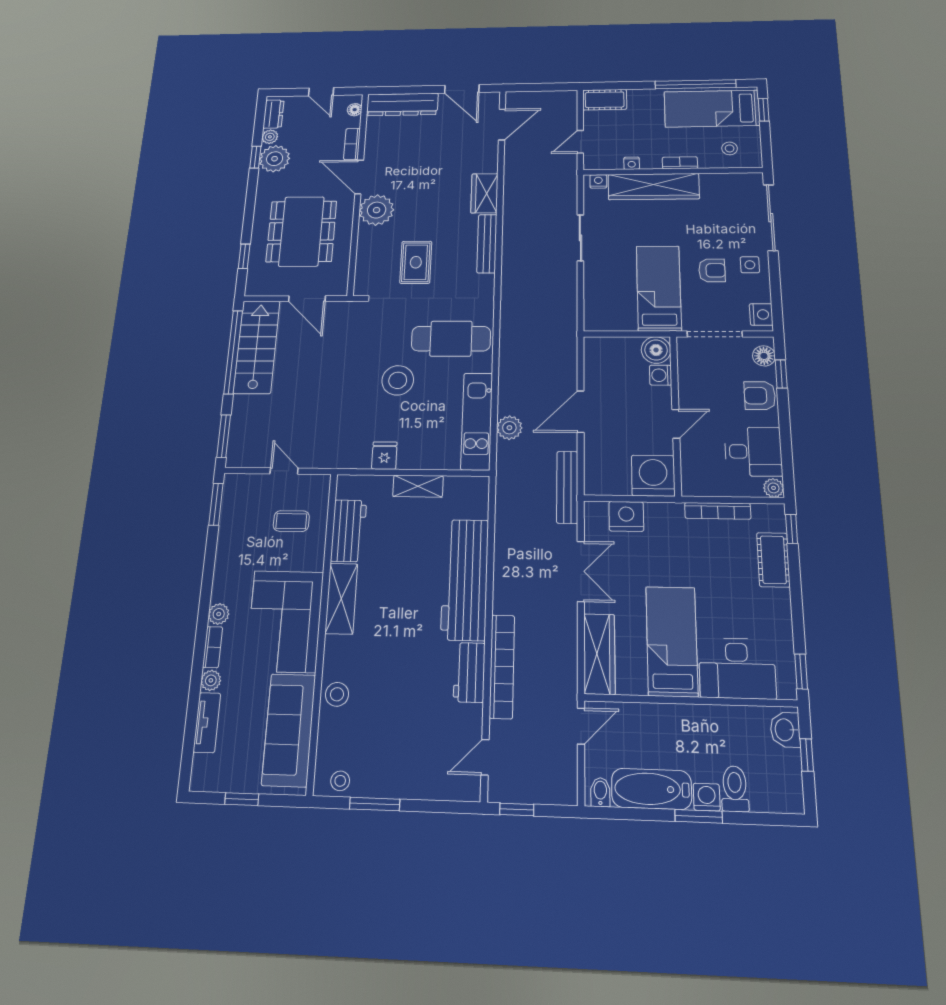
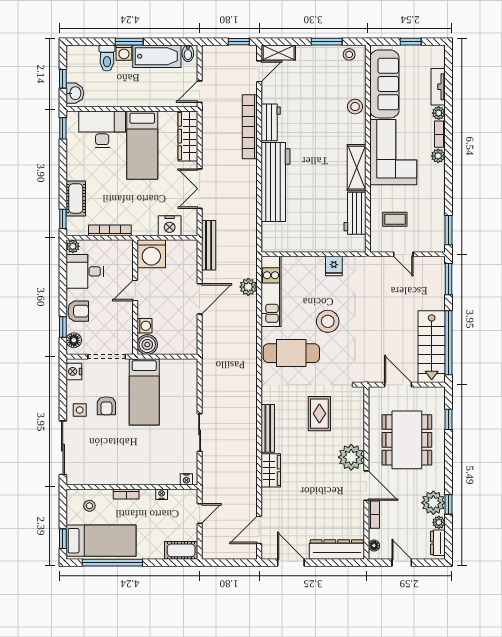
wardrobe: (654, 187) -> (146, 474), removed
armchair: (712, 270) -> (106, 406), turned -90
shelving: (418, 486) -> (279, 53), moved

